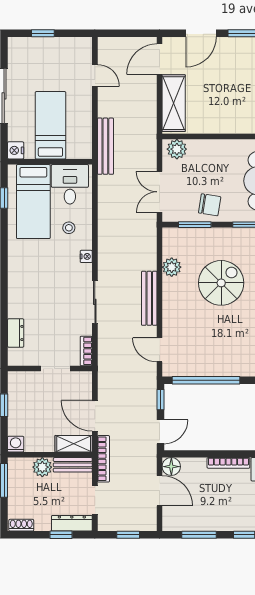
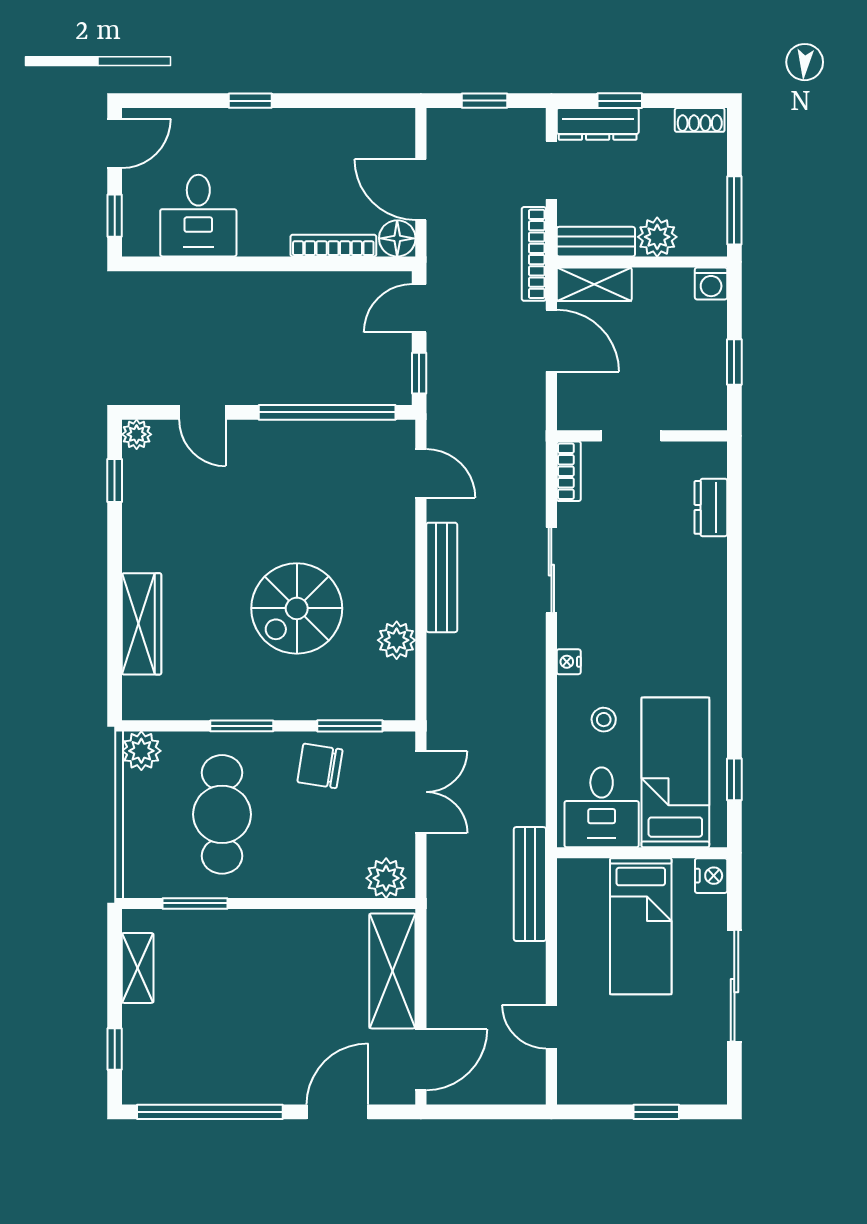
bookcase: (228, 463) -> (333, 246), moved
window: (199, 535) -> (341, 101), removed

